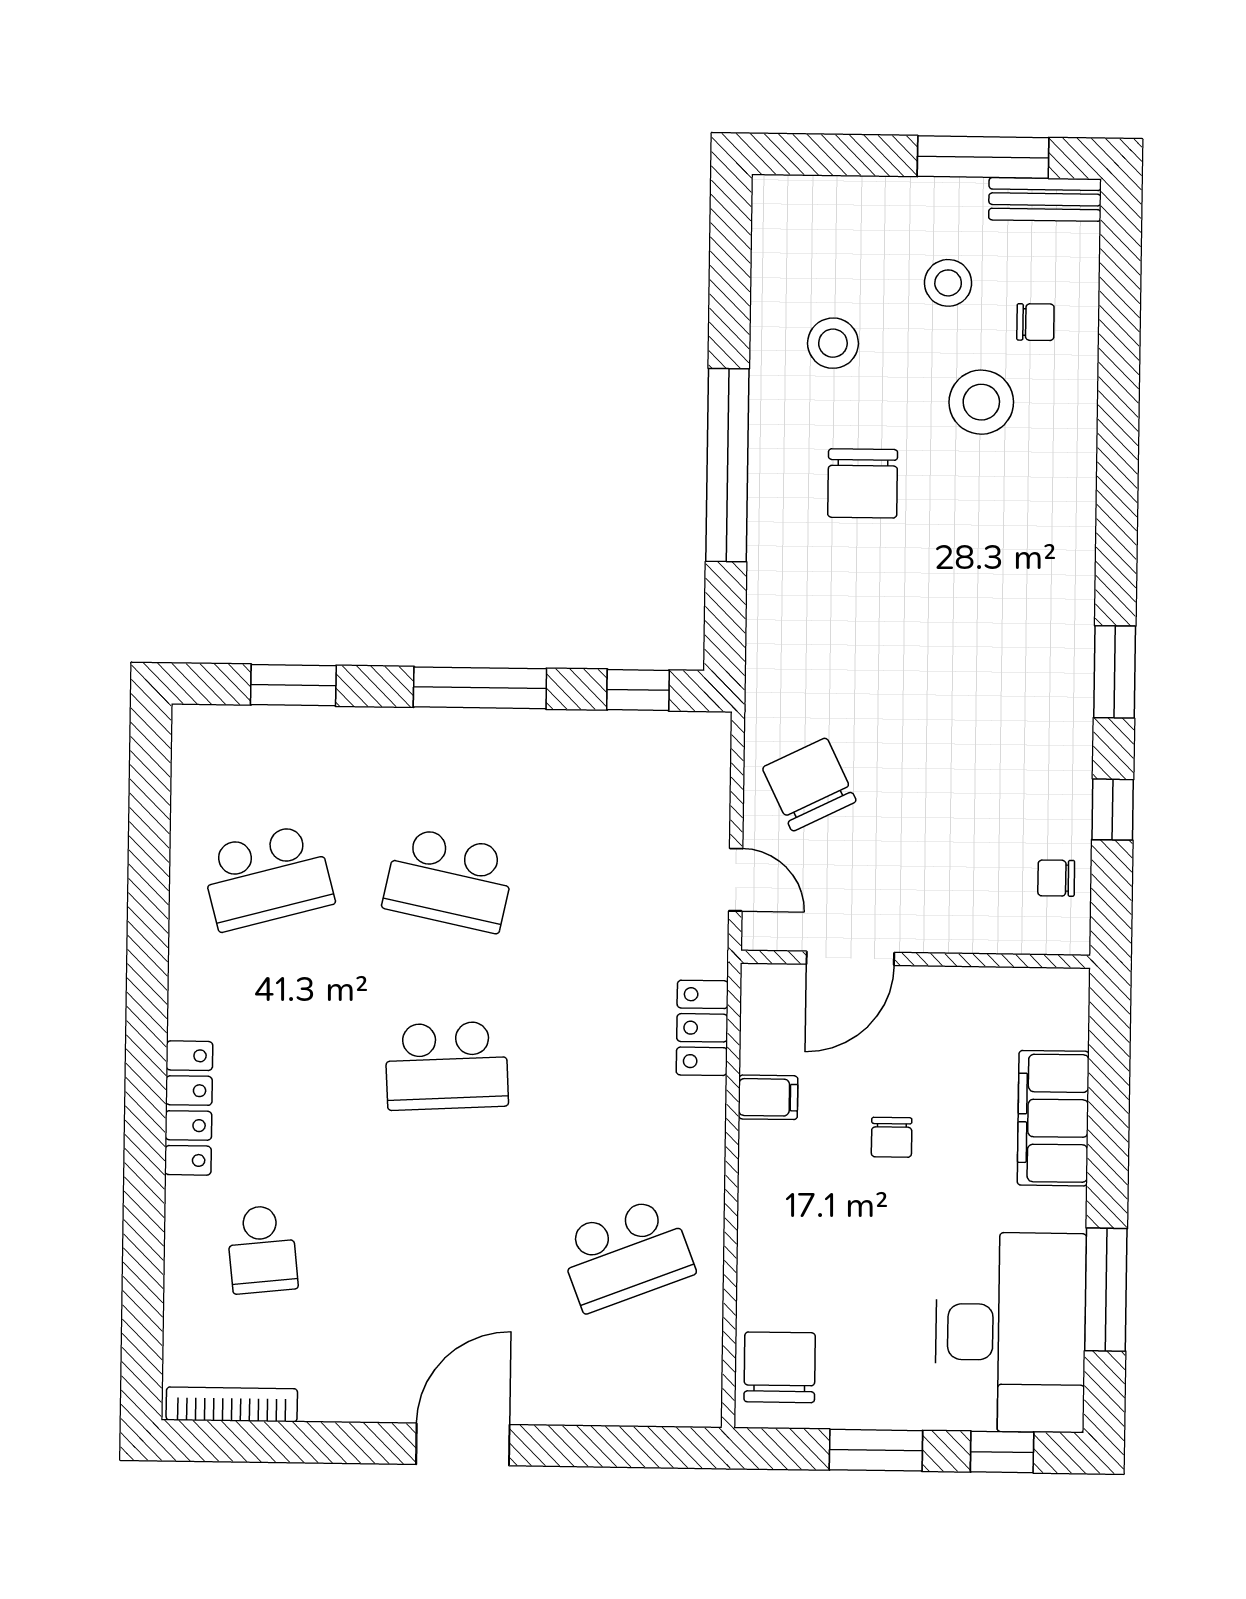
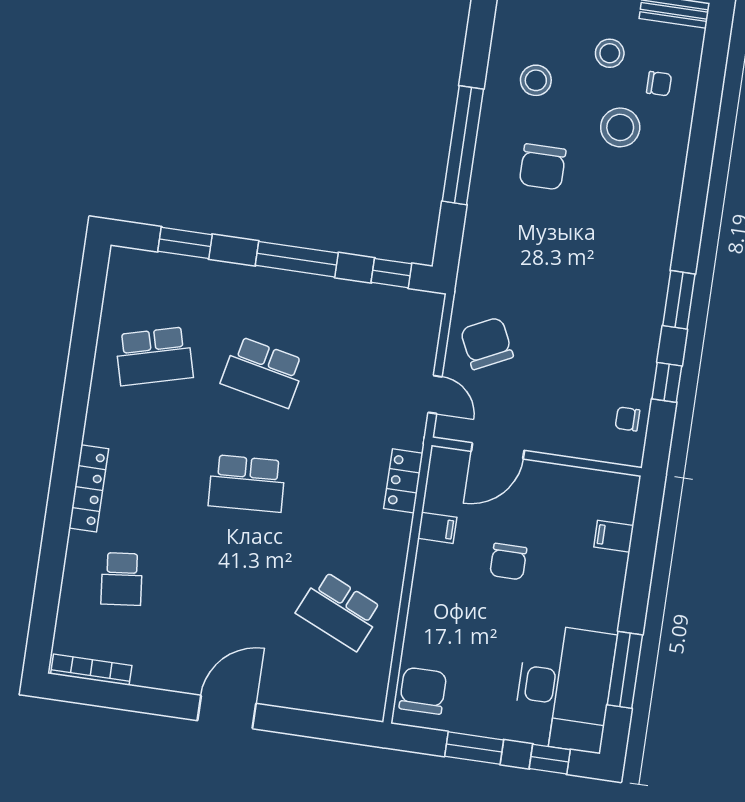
filing cabinet: (1053, 1118) -> (614, 536), width x0.33, depth x0.86
chair: (892, 1137) -> (508, 562), width x1.37, depth x1.37
school desk: (626, 1254) -> (340, 611), turned 45

